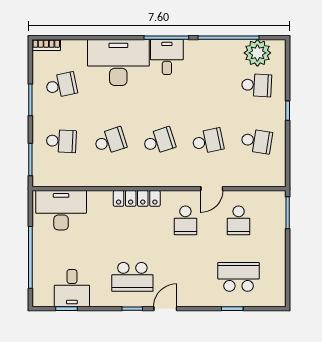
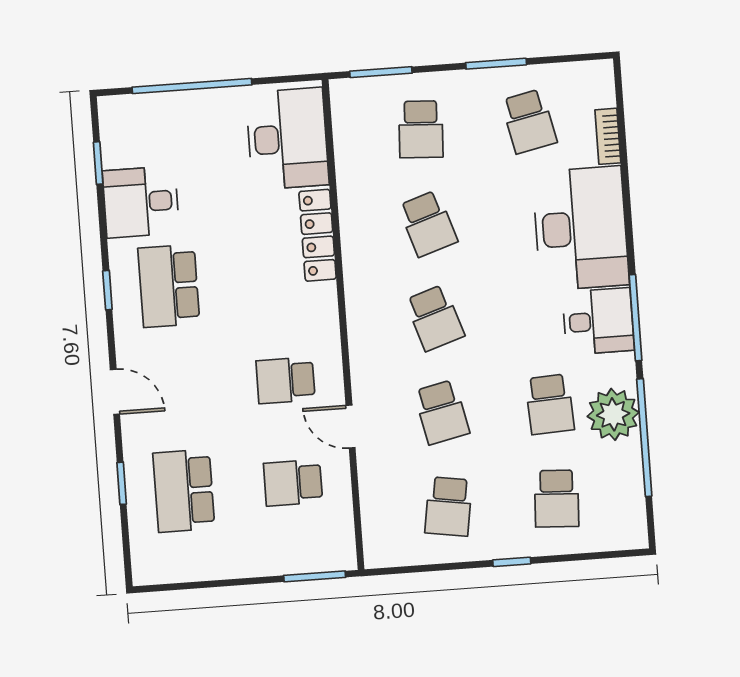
bookcase: (46, 45) -> (608, 136), moved
plant: (257, 53) -> (613, 414), moved
school desk: (208, 85) -> (550, 404), added
locker: (137, 198) -> (318, 235), moved
school desk: (239, 277) -> (184, 491), turned 180
desk: (72, 288) -> (141, 202), moved
door: (165, 309) -> (115, 392), moved

